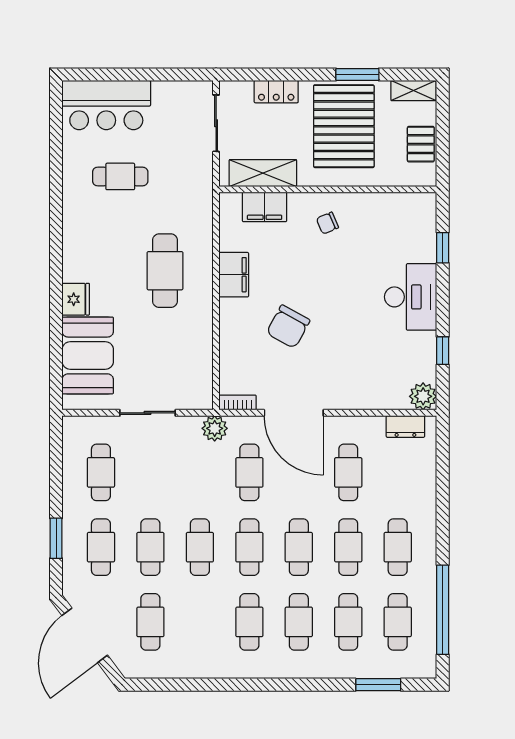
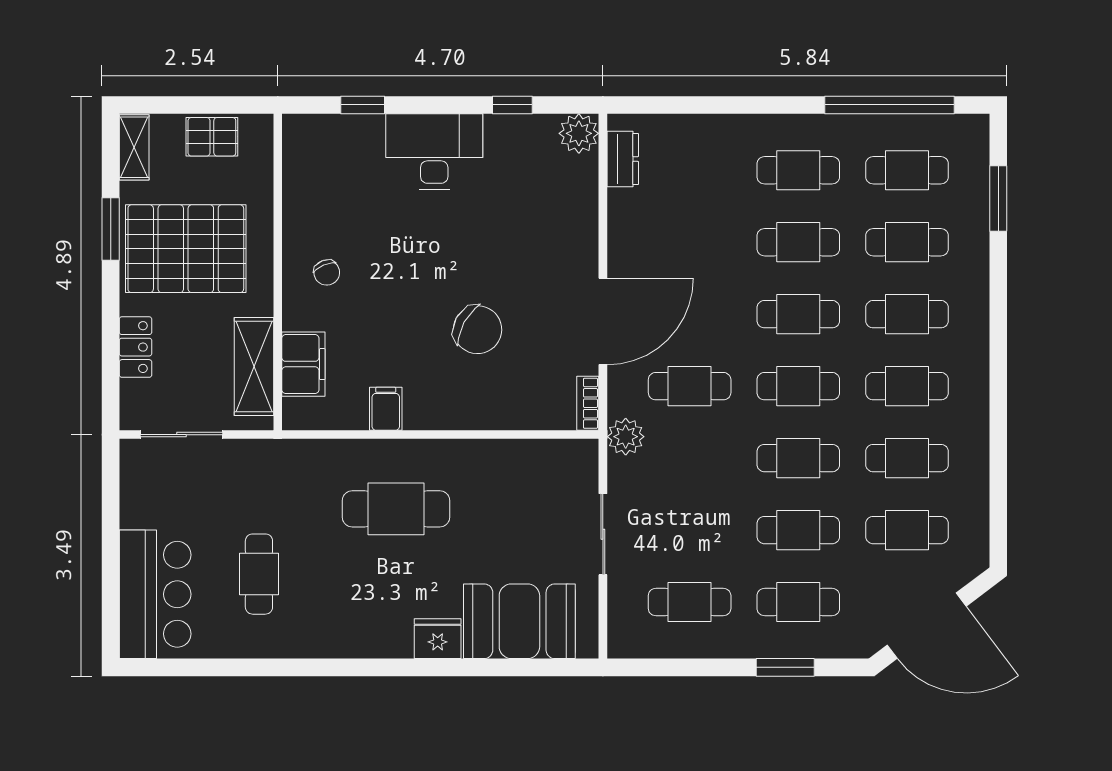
filing cabinet: (234, 275) -> (386, 409), width x0.50
cafe table: (348, 472) -> (907, 458), moved

